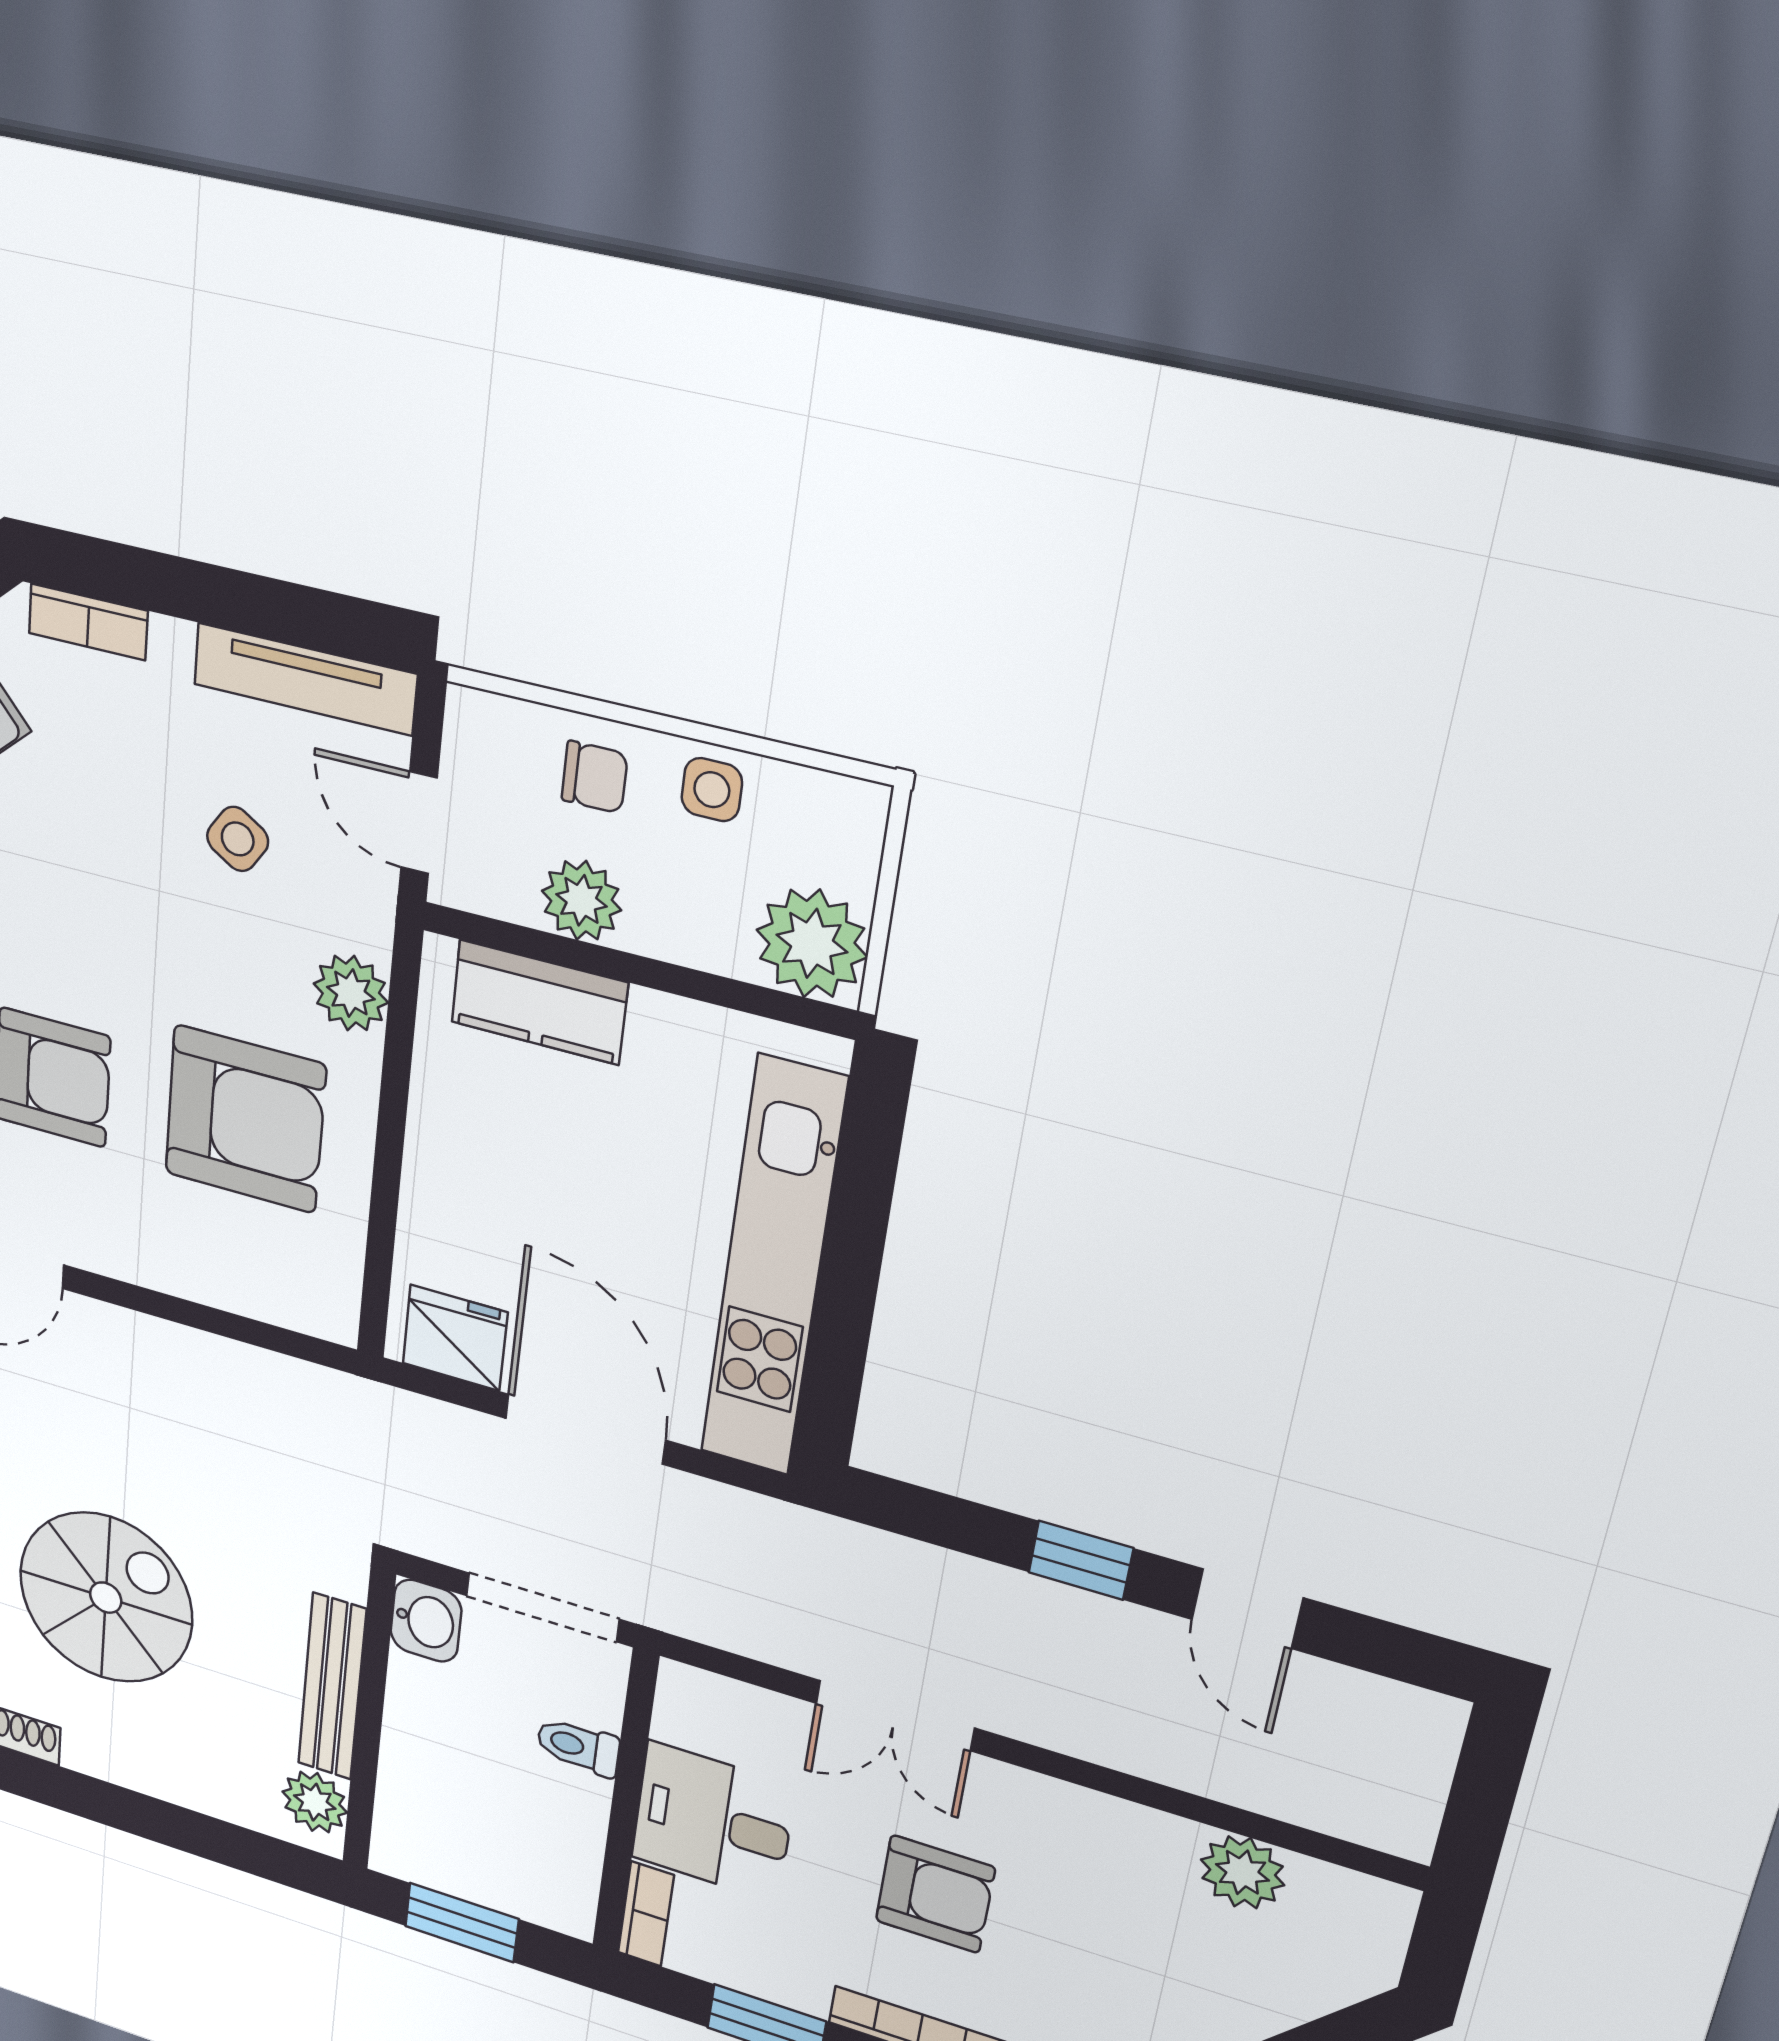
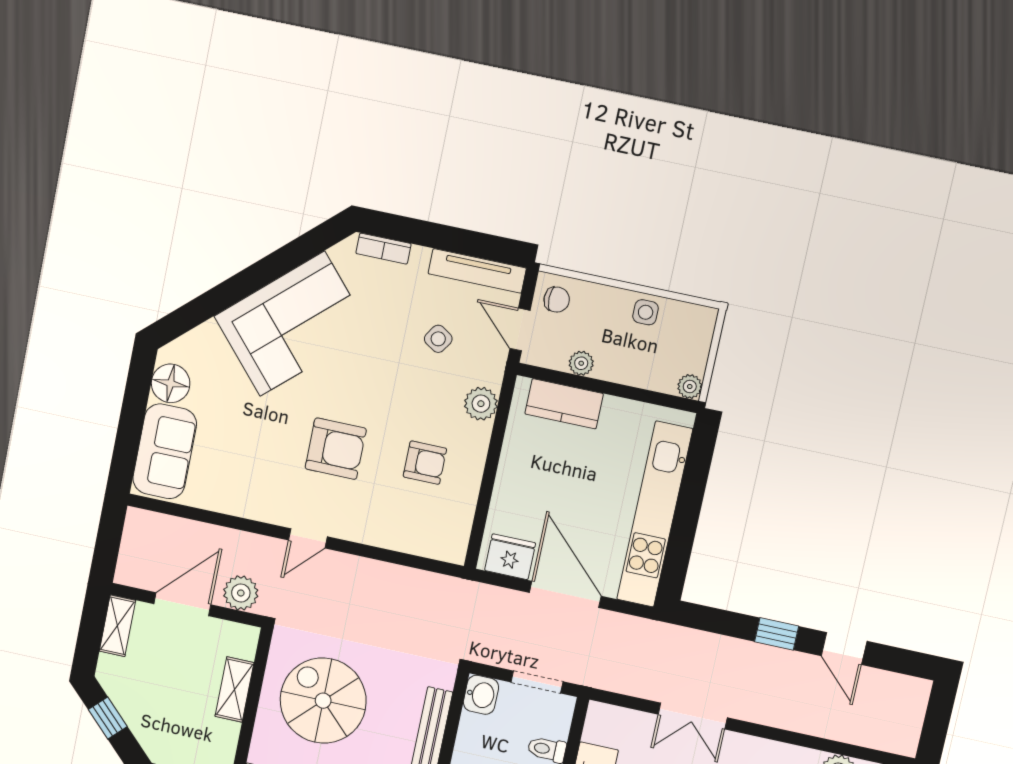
chair: (595, 777) -> (557, 300), moved
plant: (581, 900) -> (581, 363), width x0.73, depth x0.73
plant: (812, 943) -> (690, 387), width x0.53, depth x0.53
armchair: (245, 1119) -> (425, 463), width x0.53, depth x0.53
spiral stairs: (106, 1598) -> (323, 701), turned -90
doorway: (542, 1607) -> (537, 682), width x0.73

